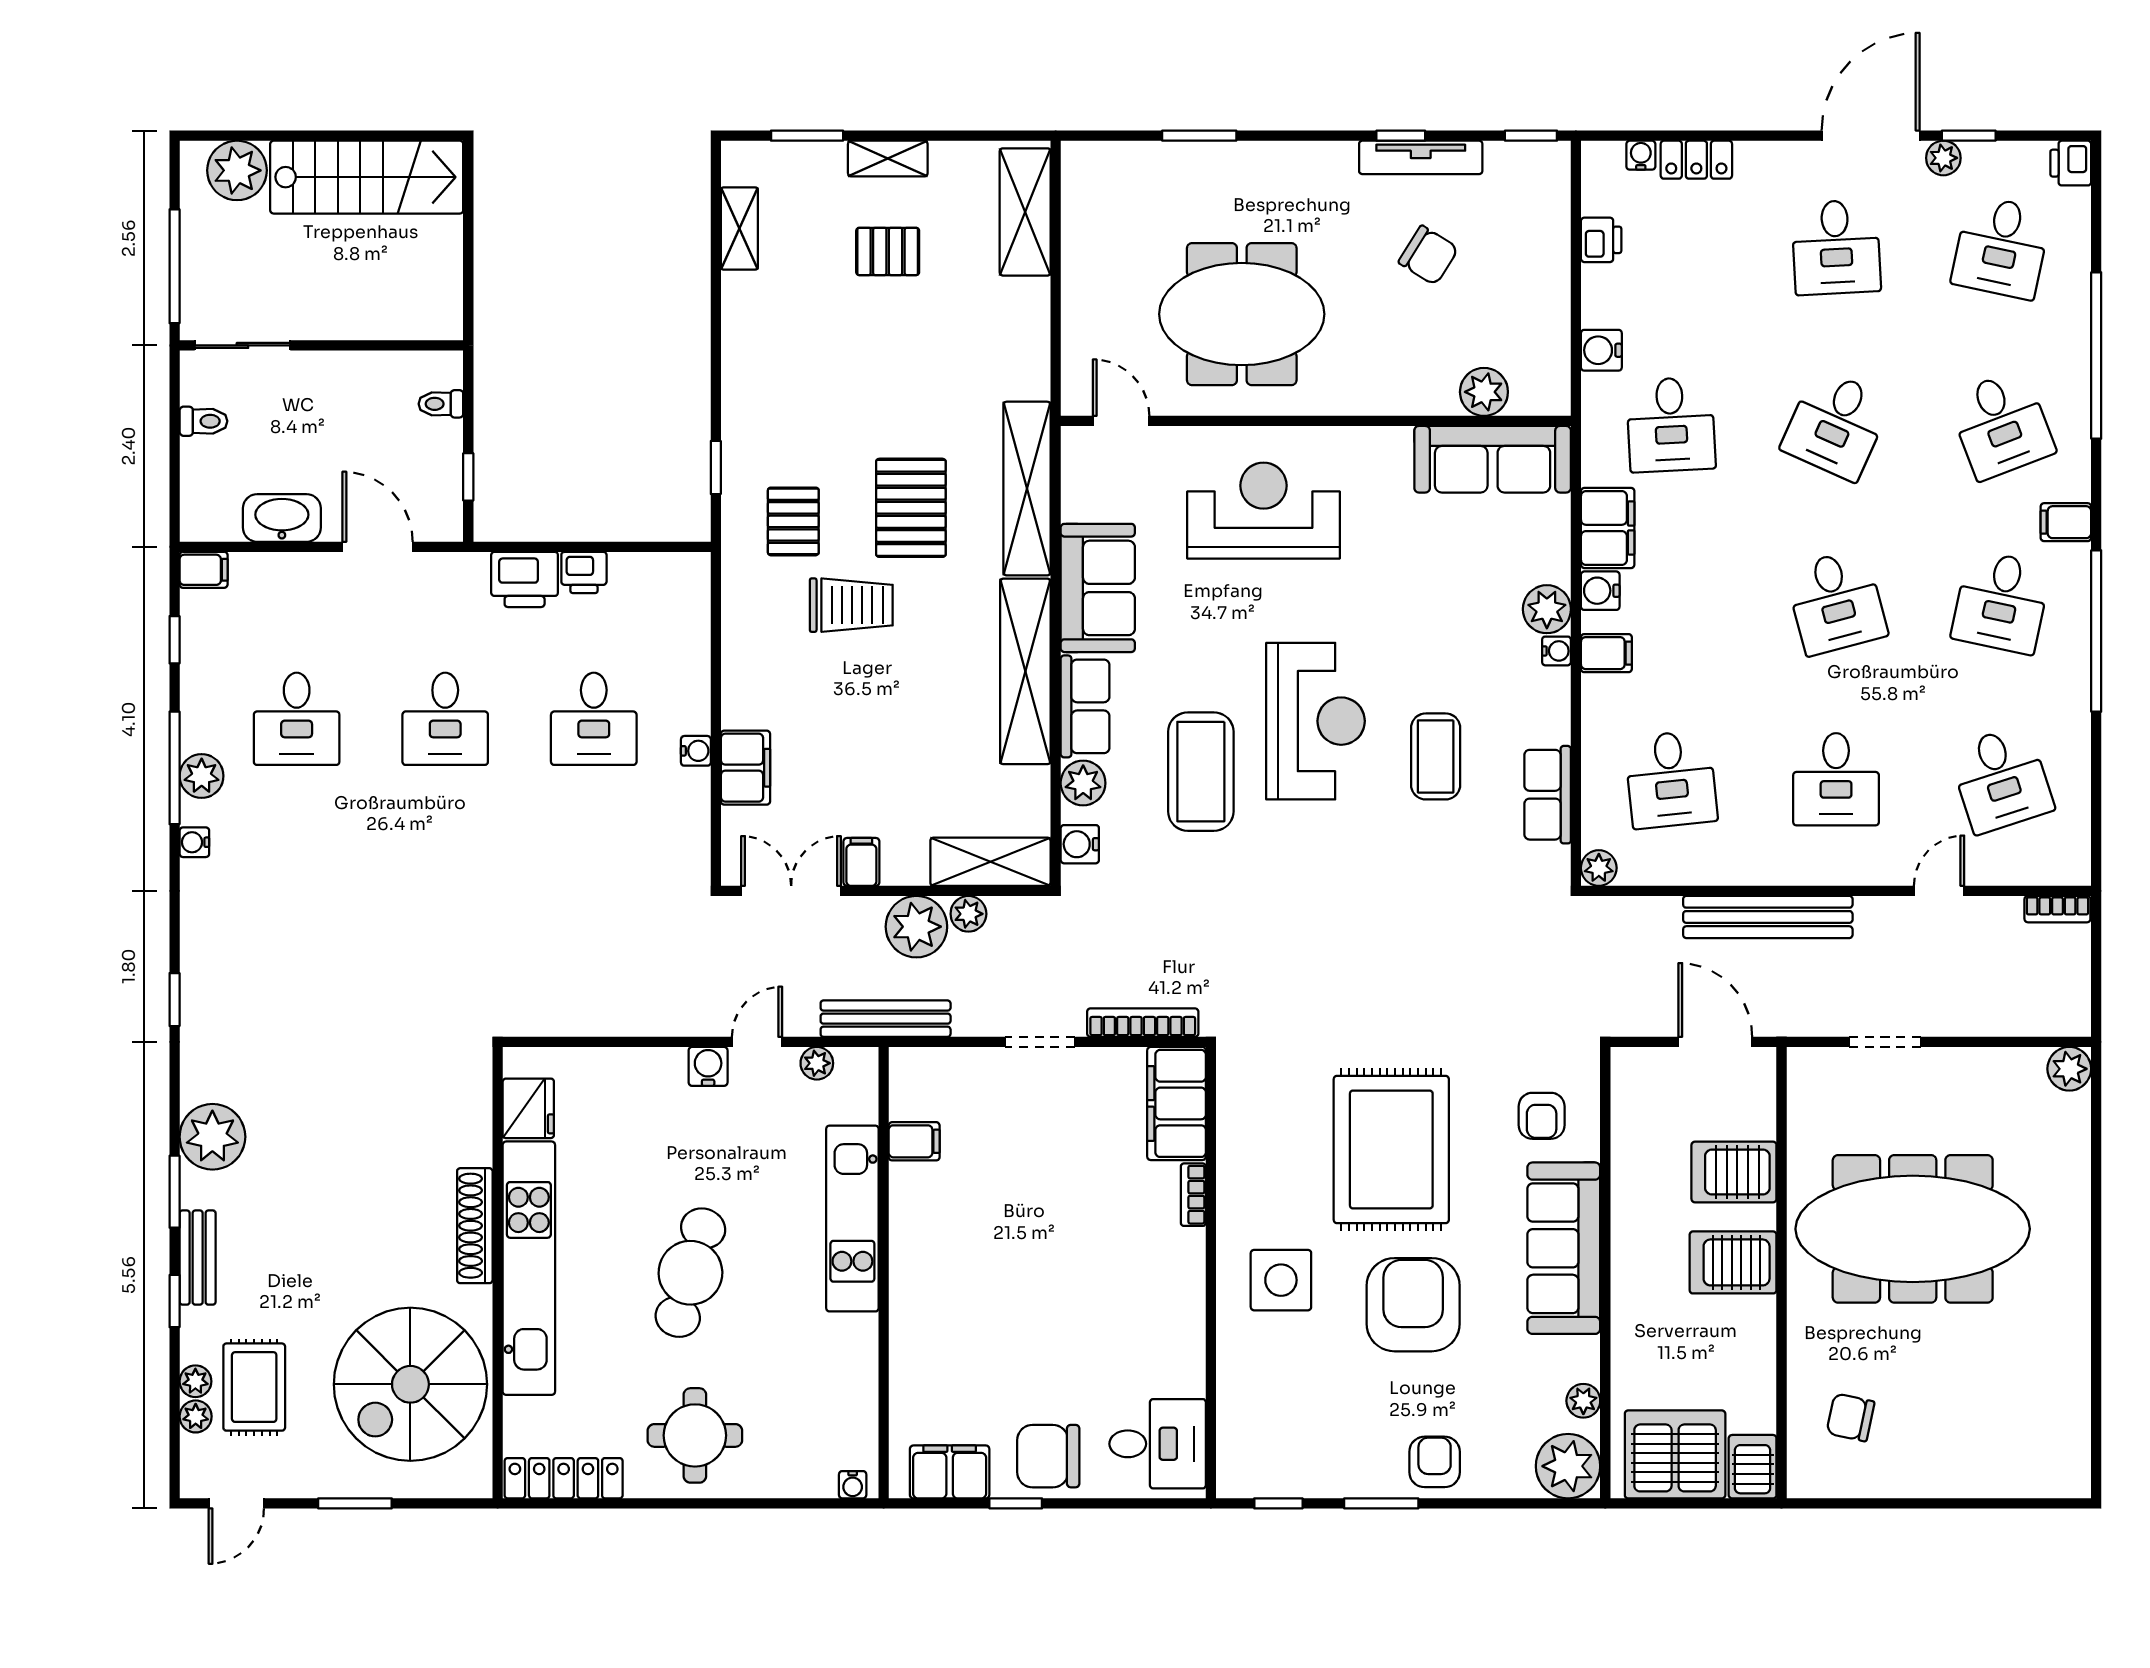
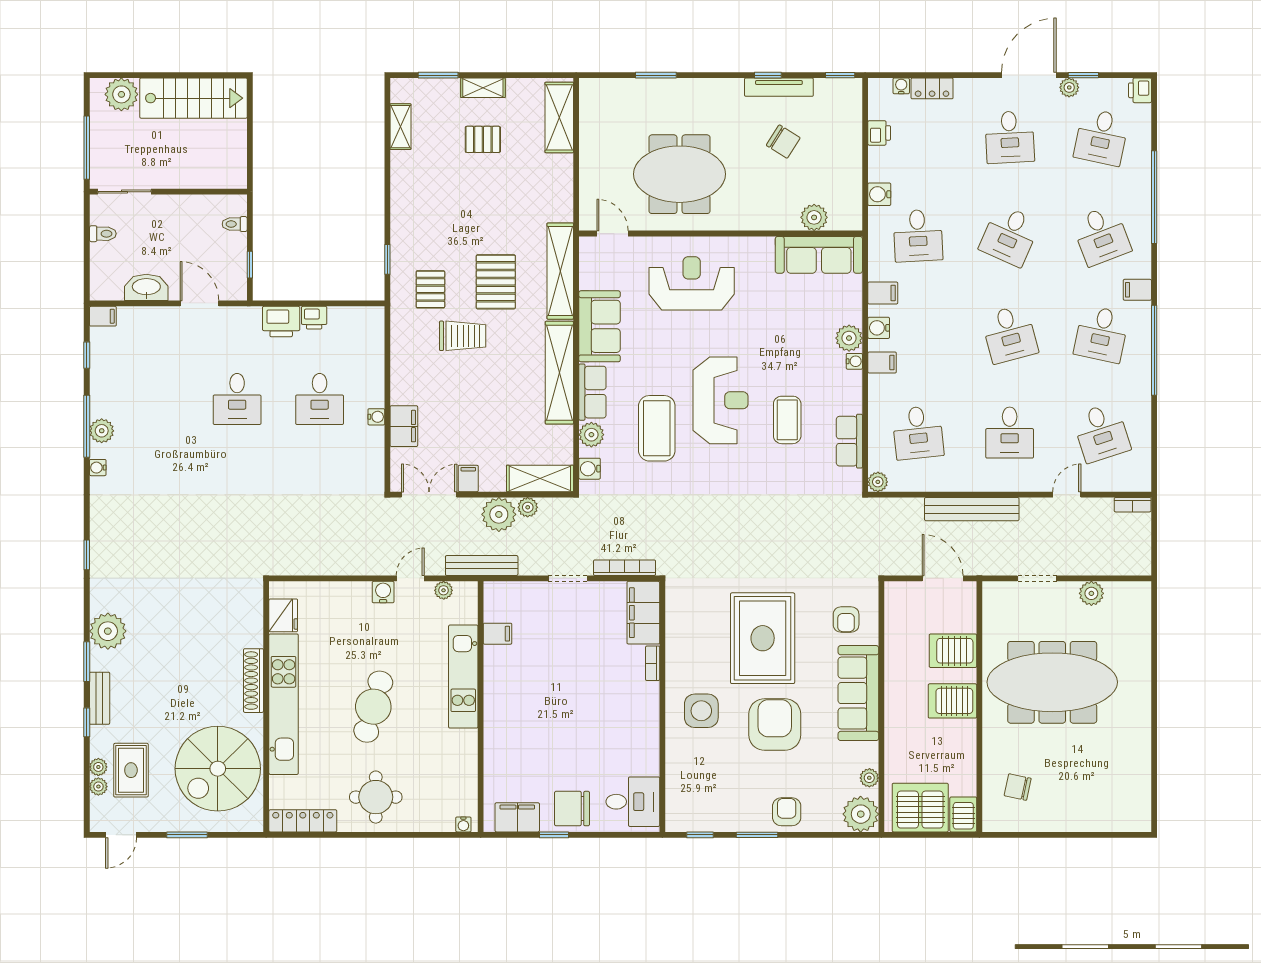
filing cabinet: (1608, 528) -> (883, 293), width x0.50
desk: (297, 719) -> (155, 399), removed
plant: (2069, 1069) -> (1091, 593), moved

